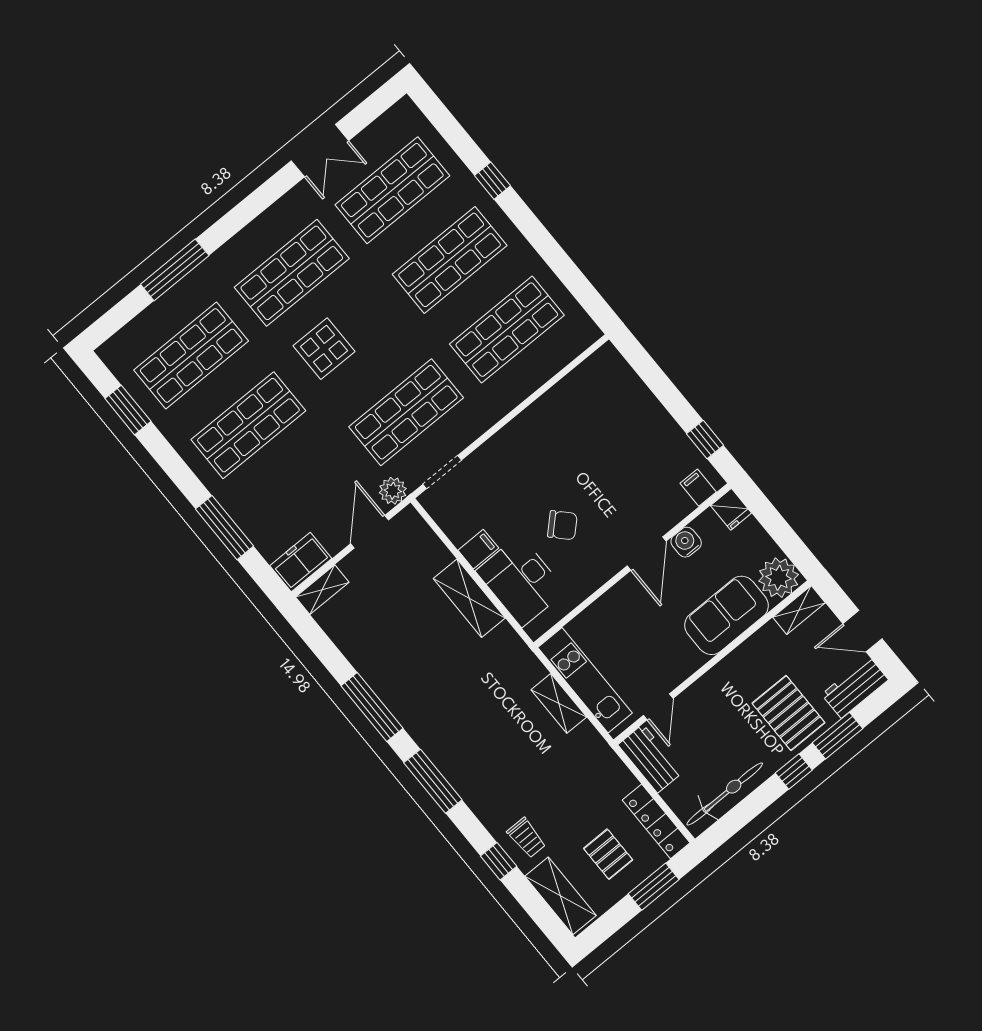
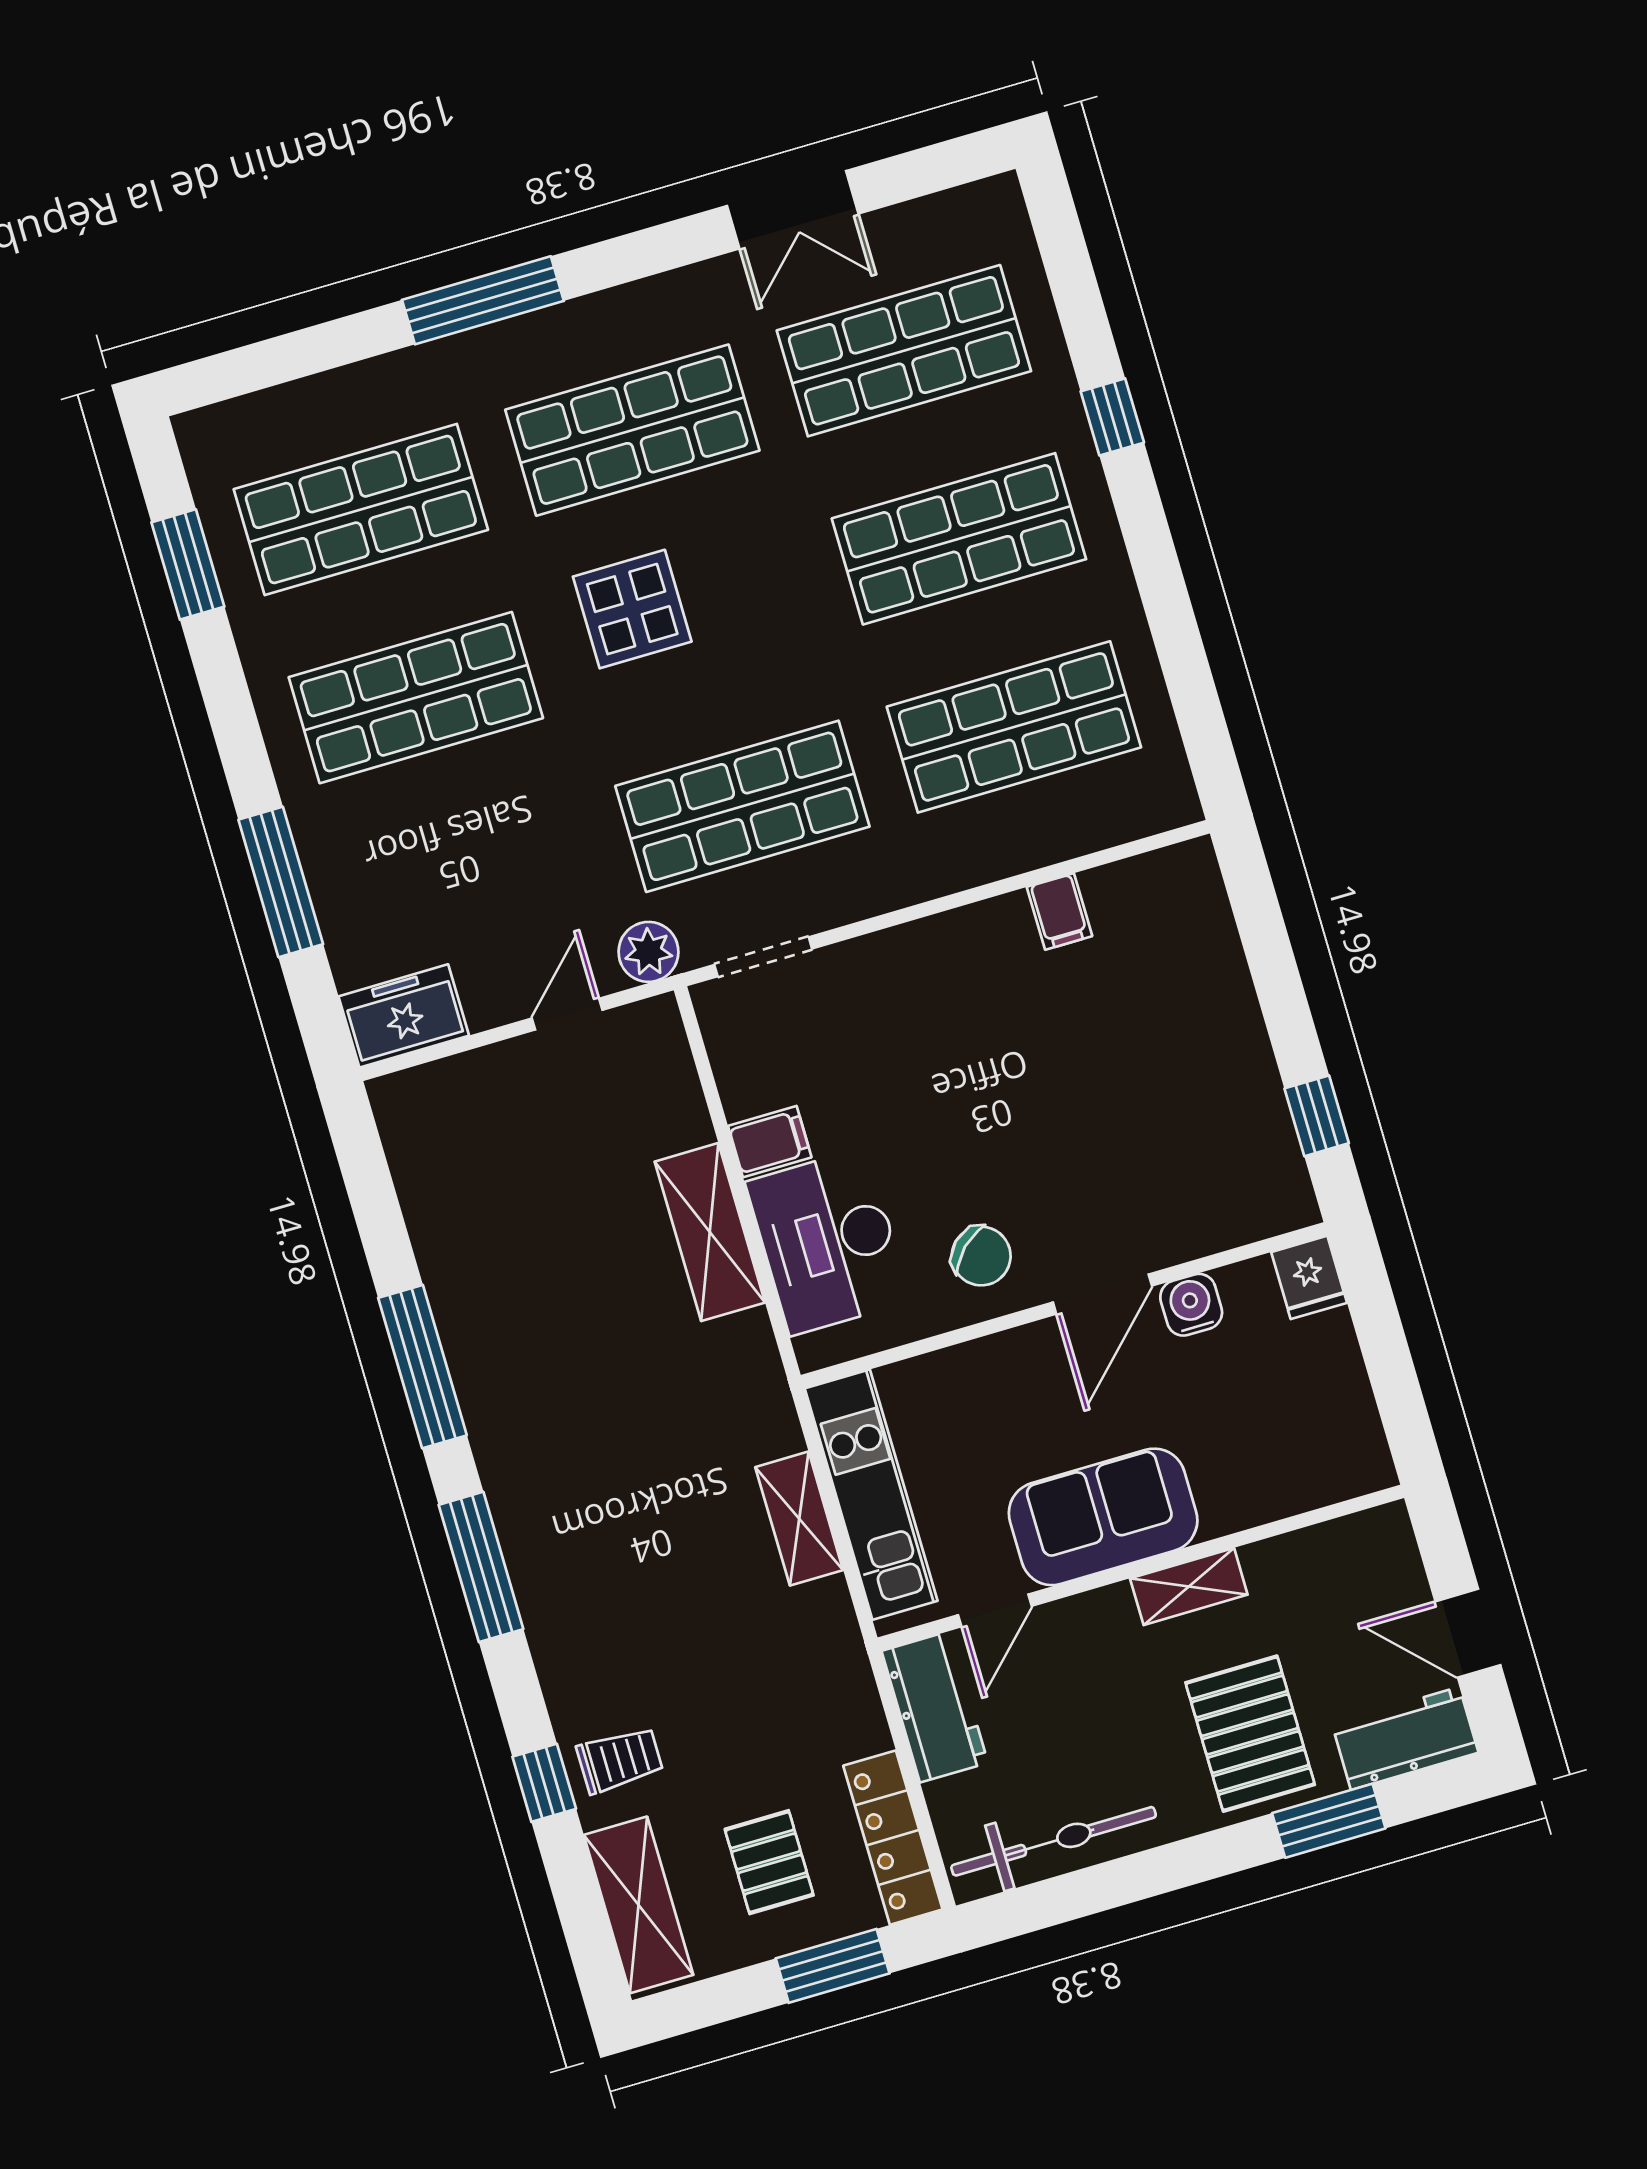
window: (175, 270) -> (483, 300), moved
filing cabinet: (698, 488) -> (1059, 912), moved, turned 180
chair: (562, 525) -> (981, 1256), moved
door: (370, 532) -> (567, 1014), width x0.73
plant: (779, 578) -> (1346, 1455), removed
shelving: (322, 590) -> (423, 1089), removed
shelving: (799, 610) -> (1189, 1586), moved
sofa: (727, 615) -> (1103, 1517), moved
window: (794, 772) -> (1211, 1855), removed
trolley: (526, 838) -> (620, 1760), turned -90

